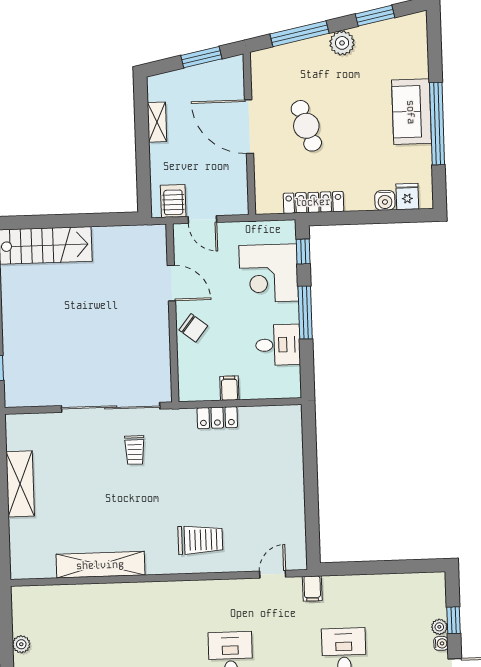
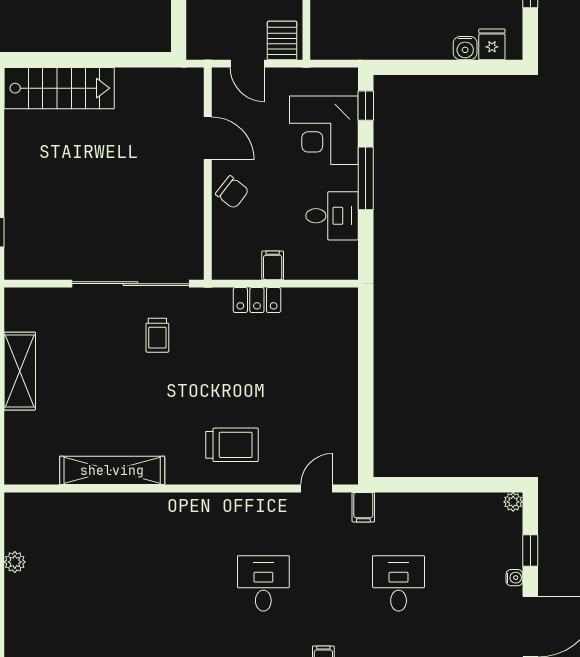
server rack: (173, 201) -> (282, 40), moved
locker: (313, 202) -> (380, 48), removed
plant: (439, 627) -> (513, 502), moved

